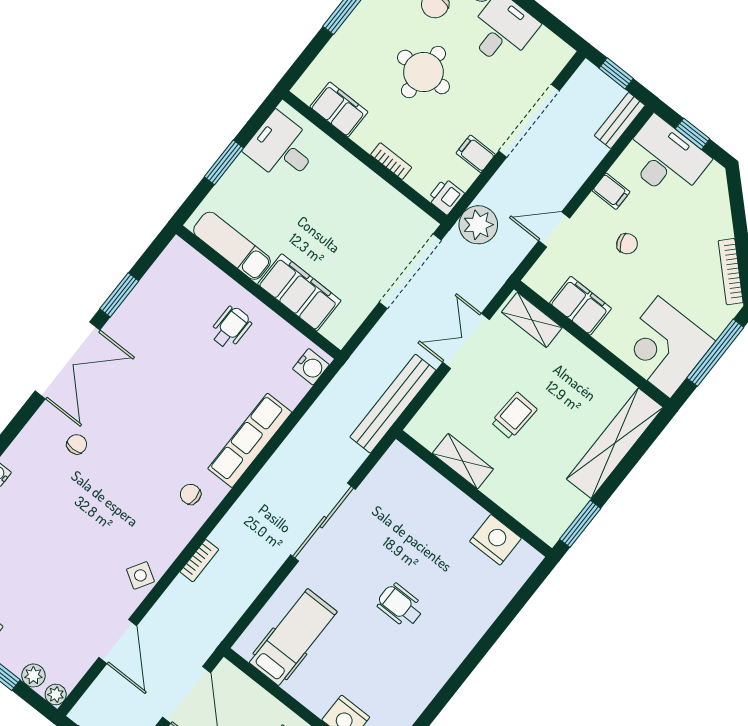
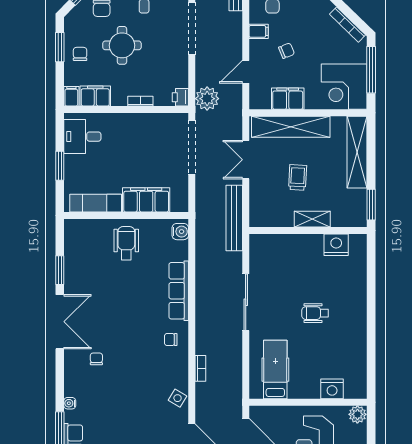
chair: (362, 41) -> (80, 54), added
filing cabinet: (476, 154) -> (71, 96), moved, turned 90
shelving: (532, 320) -> (291, 127), width x2.20, depth x1.33
wheelchair: (231, 327) -> (126, 243), width x1.36, depth x1.37
shelving: (463, 461) -> (312, 219), moved

